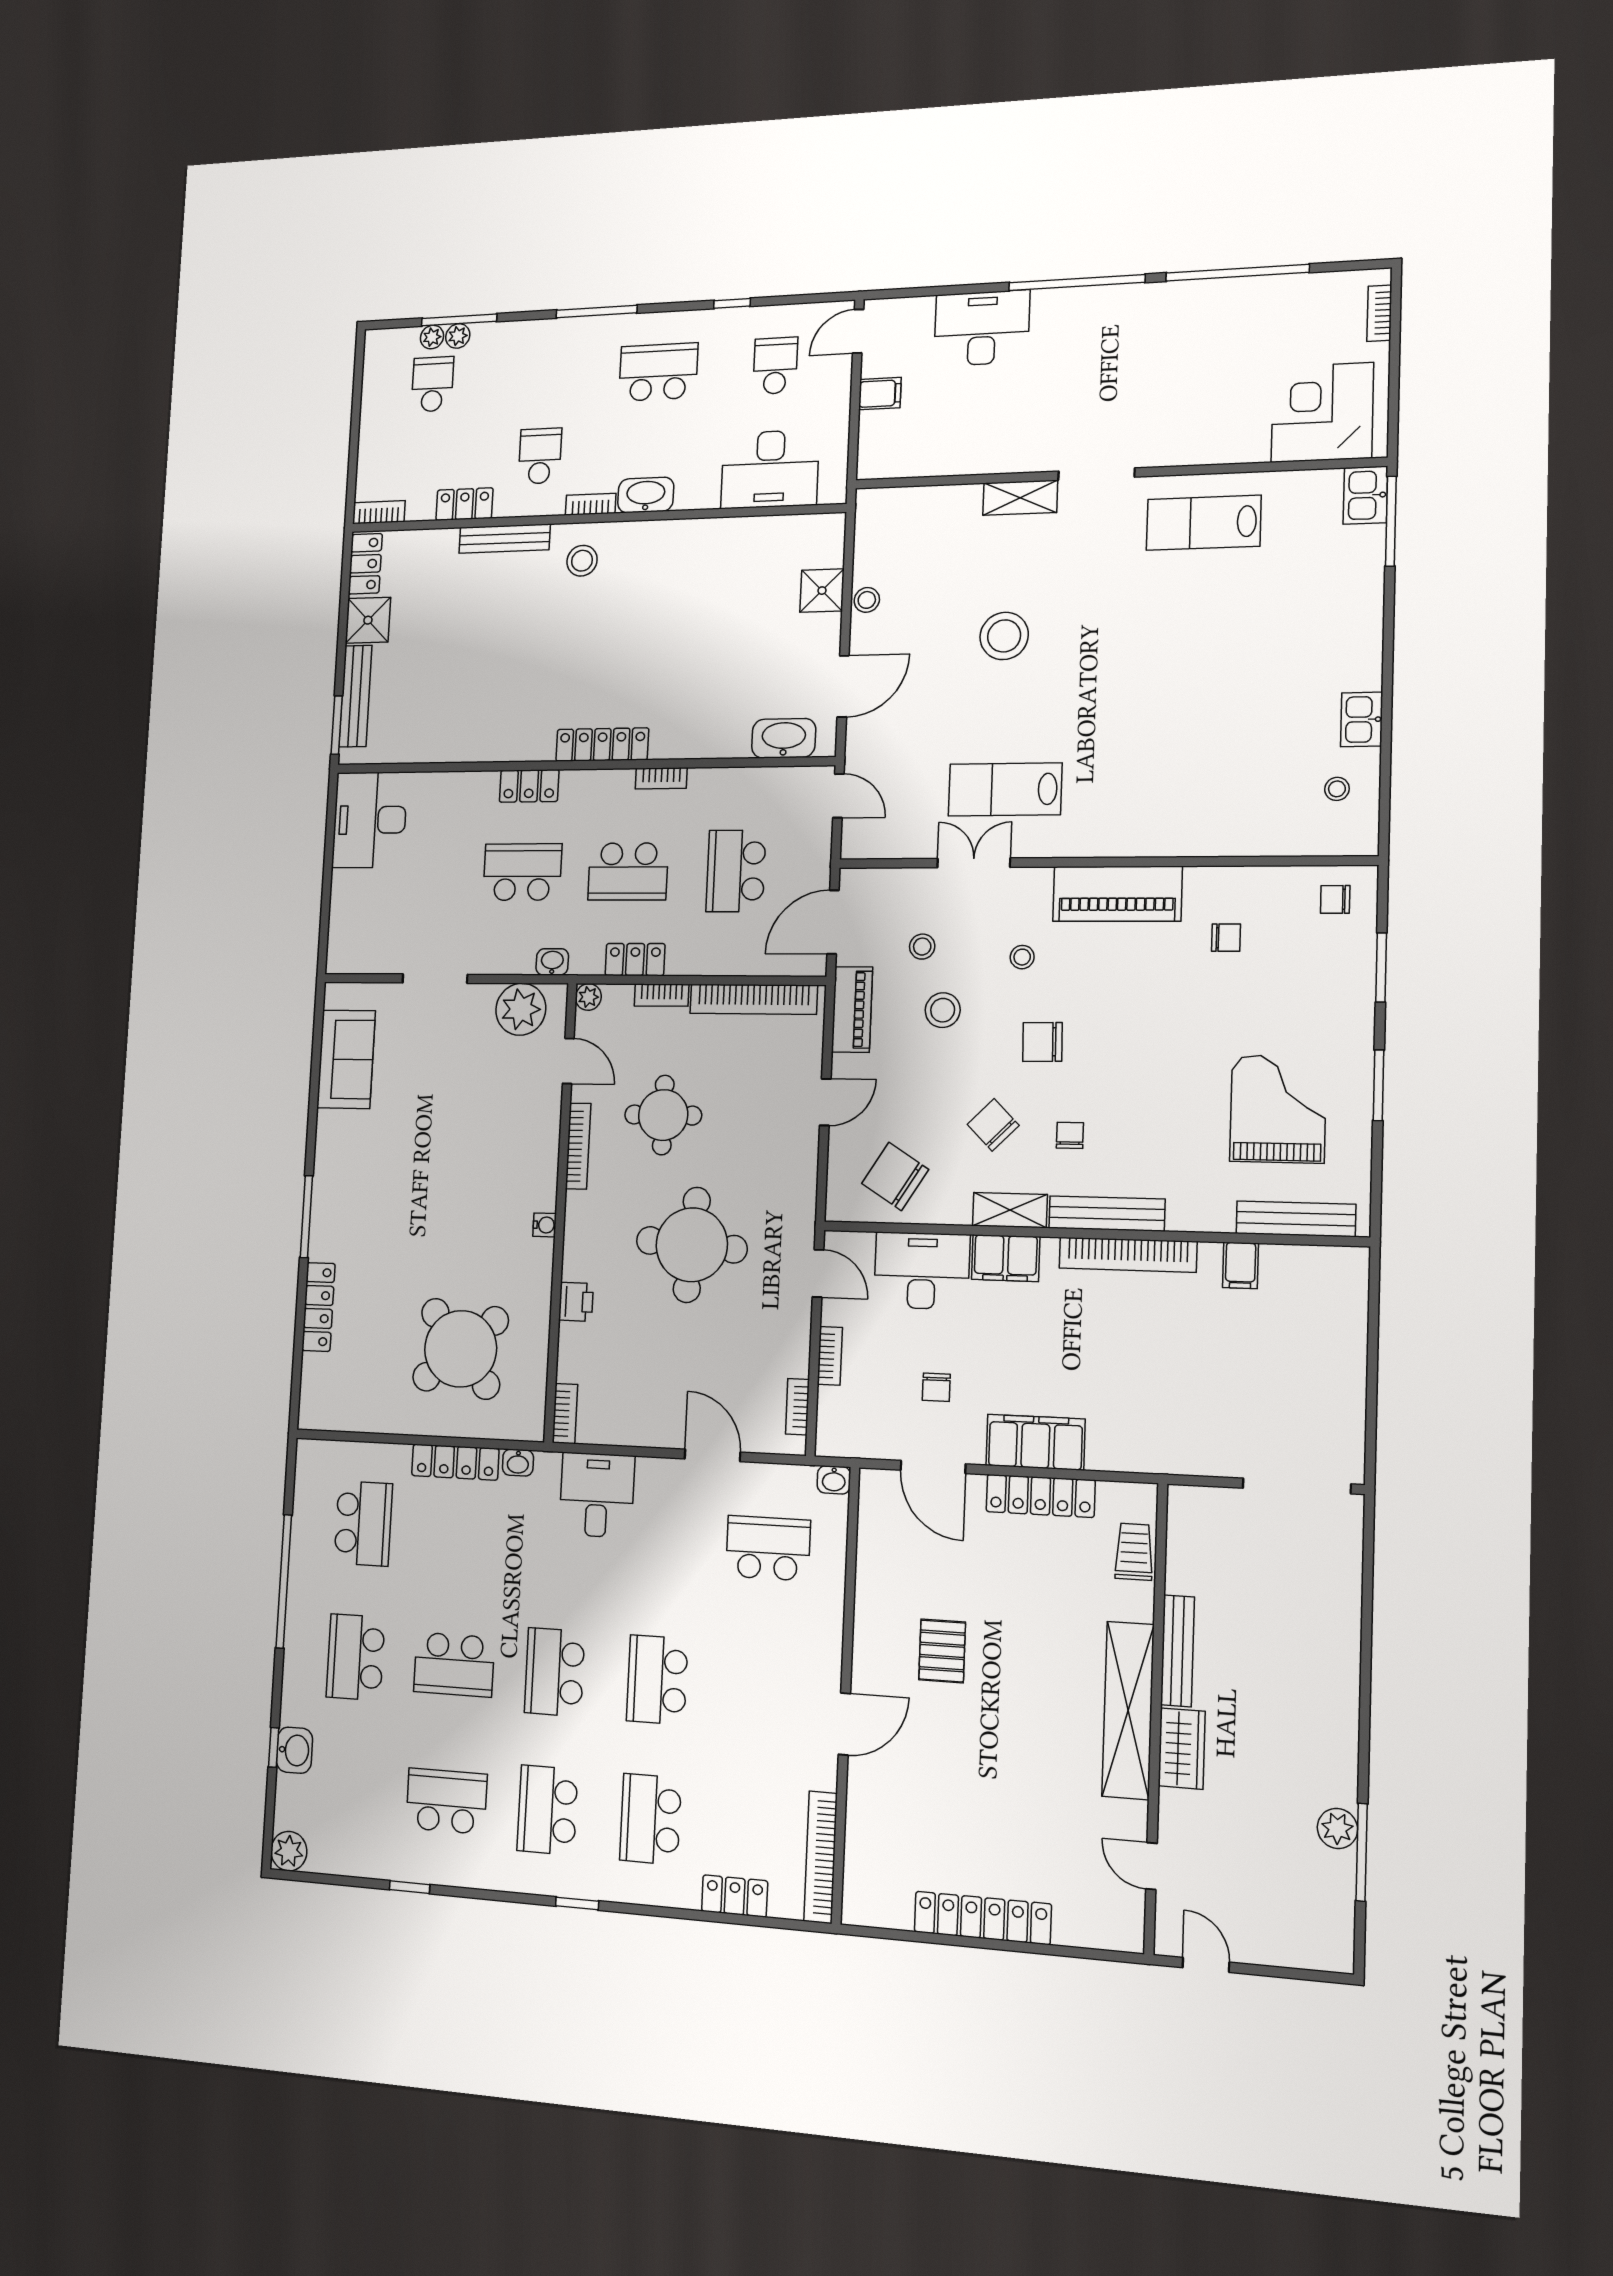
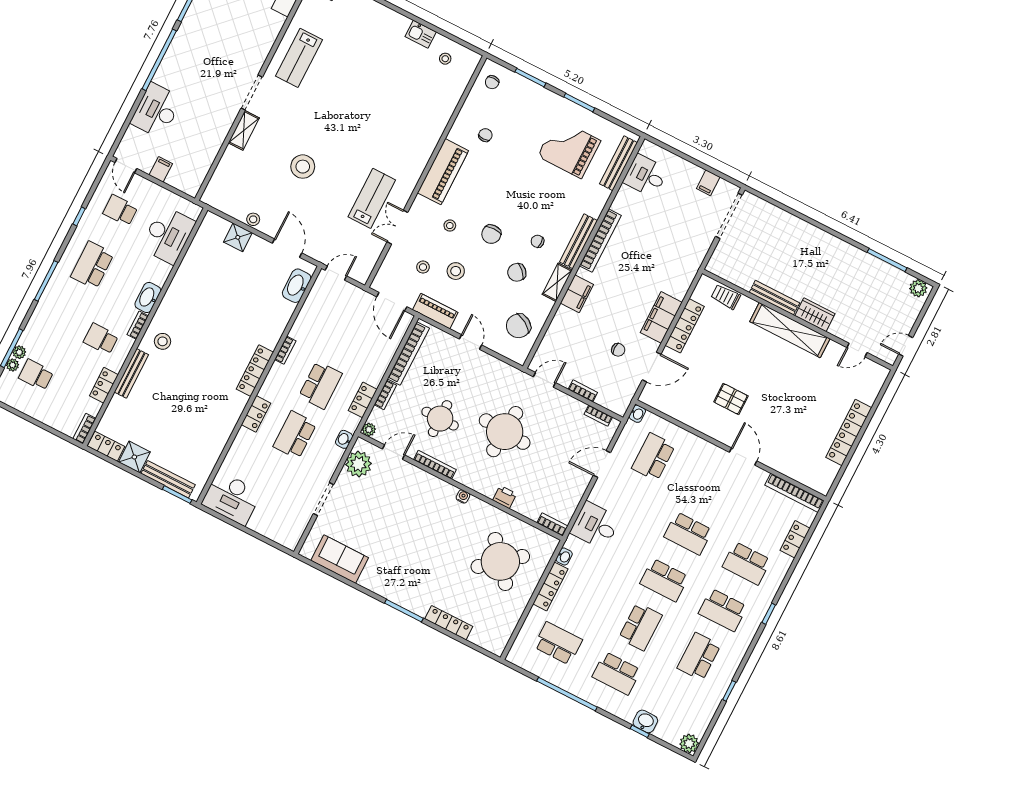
lab bench: (1005, 789) -> (372, 198), turned 180
school desk: (736, 871) -> (346, 335), removed
filing cabinet: (1241, 1265) -> (708, 183), moved, turned 90
desk: (922, 1271) -> (646, 176), moved, width x0.73
plant: (1337, 1828) -> (918, 288), moved

